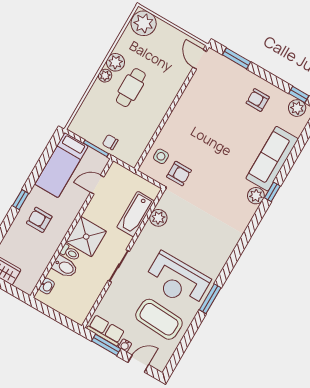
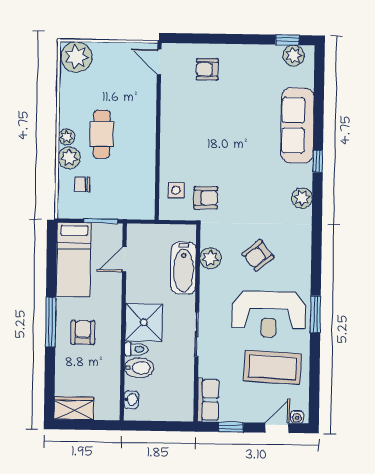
window: (236, 58) -> (198, 38), removed
plant: (115, 62) -> (69, 158), moved
armchair: (258, 100) -> (207, 69), moved
chair: (110, 142) -> (82, 184), moved
plant: (256, 196) -> (302, 198), moved
window: (21, 200) -> (51, 322), width x2.17
armchair: (39, 220) -> (83, 332), turned 90
armchair: (193, 235) -> (258, 255), added
row of seats: (106, 330) -> (208, 400), moved, turned 90
window: (106, 345) -> (231, 427), width x0.67
water cooler: (125, 345) -> (297, 417), moved

